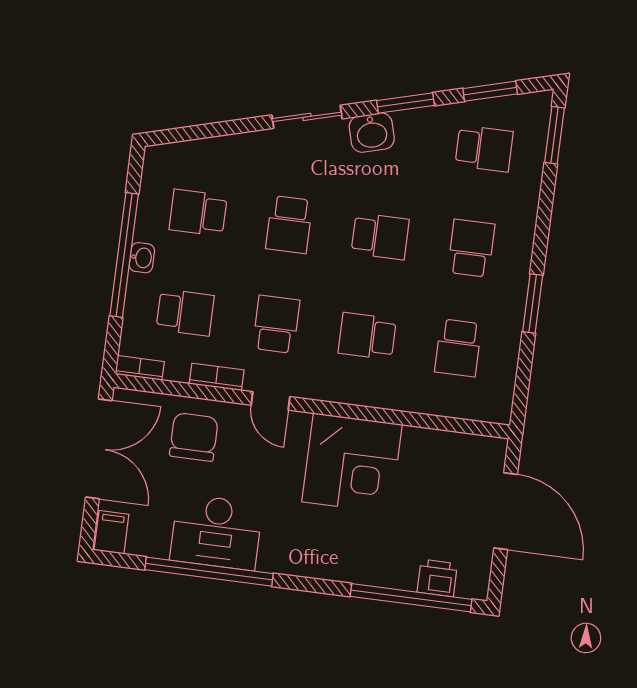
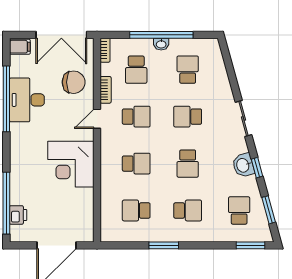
window: (405, 103) -> (257, 168), width x0.67
washbasin: (372, 133) -> (243, 165), moved
school desk: (484, 148) -> (239, 210), turned 180
school desk: (367, 336) -> (136, 164), turned 90

